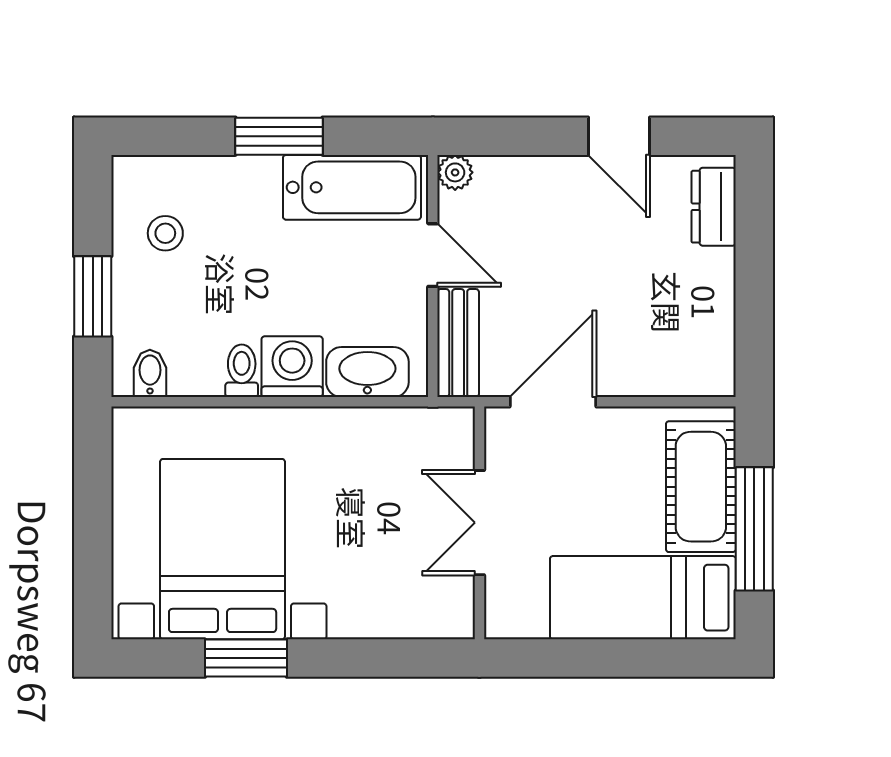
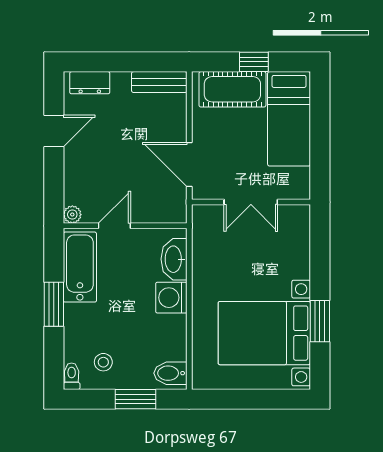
bench: (458, 343) -> (159, 82), moved
toilet: (242, 371) -> (72, 376), moved, turned 90
bidet: (150, 373) -> (170, 373), width x1.38, depth x1.36
window: (754, 529) -> (254, 62), width x0.46

